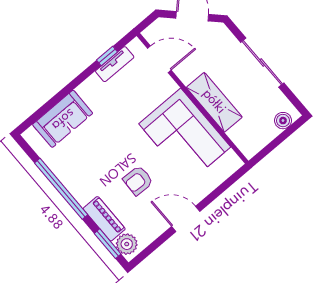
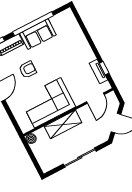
sofa: (63, 119) -> (38, 34), moved, turned -90
boiler: (283, 121) -> (31, 139), moved
armchair: (138, 180) -> (28, 70), turned 88

